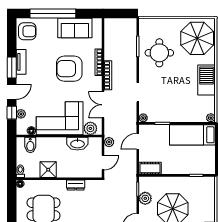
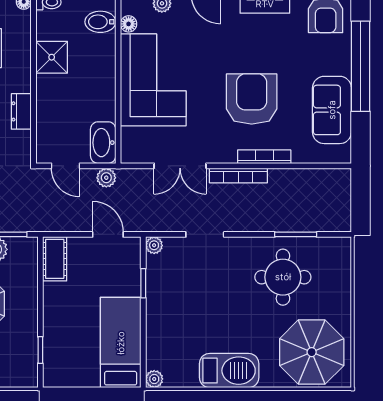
double door: (103, 105) -> (180, 166), swing flipped
plant: (90, 128) -> (133, 141), removed
washbasin: (77, 144) -> (103, 143), moved

